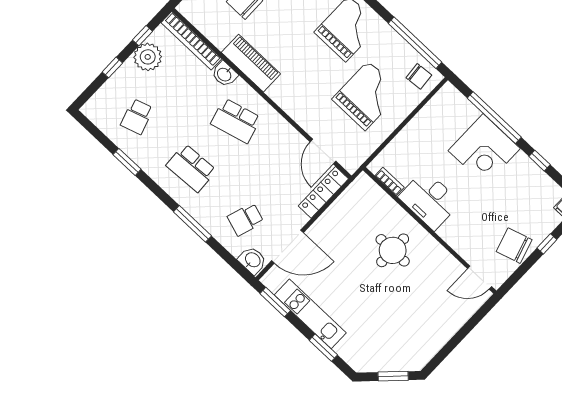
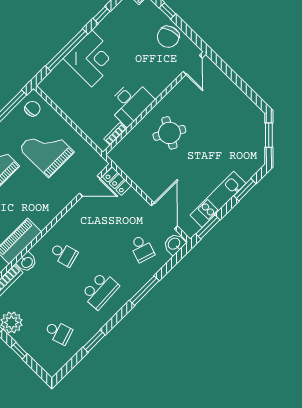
school desk: (236, 121) -> (64, 254), width x0.54
locker: (323, 192) -> (117, 181), width x0.66
round table: (393, 250) -> (169, 133), turned 30

